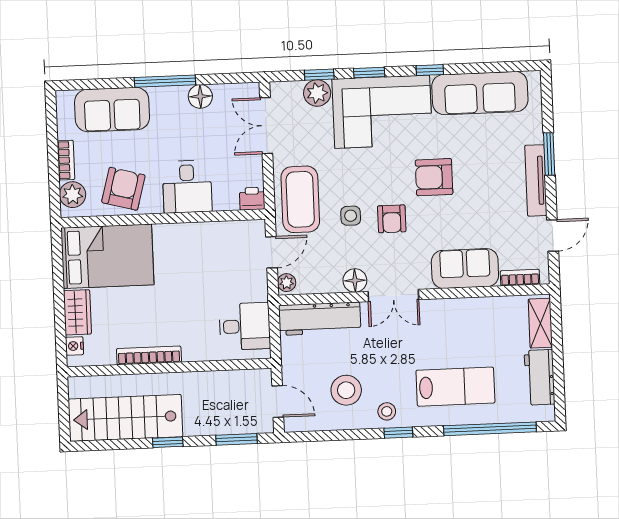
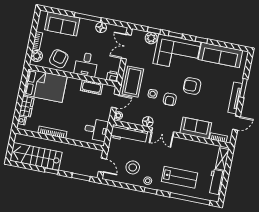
cot: (211, 234) -> (92, 87), added

